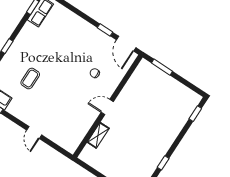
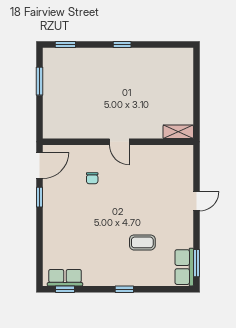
window: (162, 67) -> (40, 81), moved
shelving: (98, 135) -> (178, 132), moved
window: (163, 163) -> (122, 44), moved

